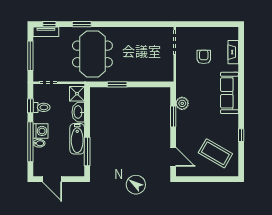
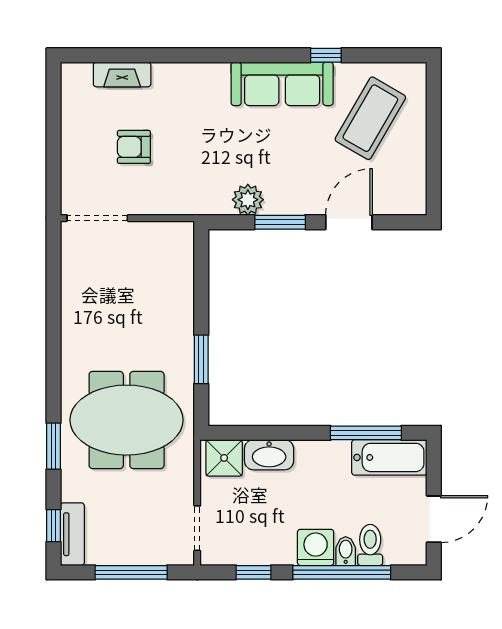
sofa: (229, 93) -> (282, 84), moved
toilet: (42, 107) -> (370, 545), moved
bathtub: (77, 139) -> (389, 457), moved
door: (173, 157) -> (349, 222), moved

